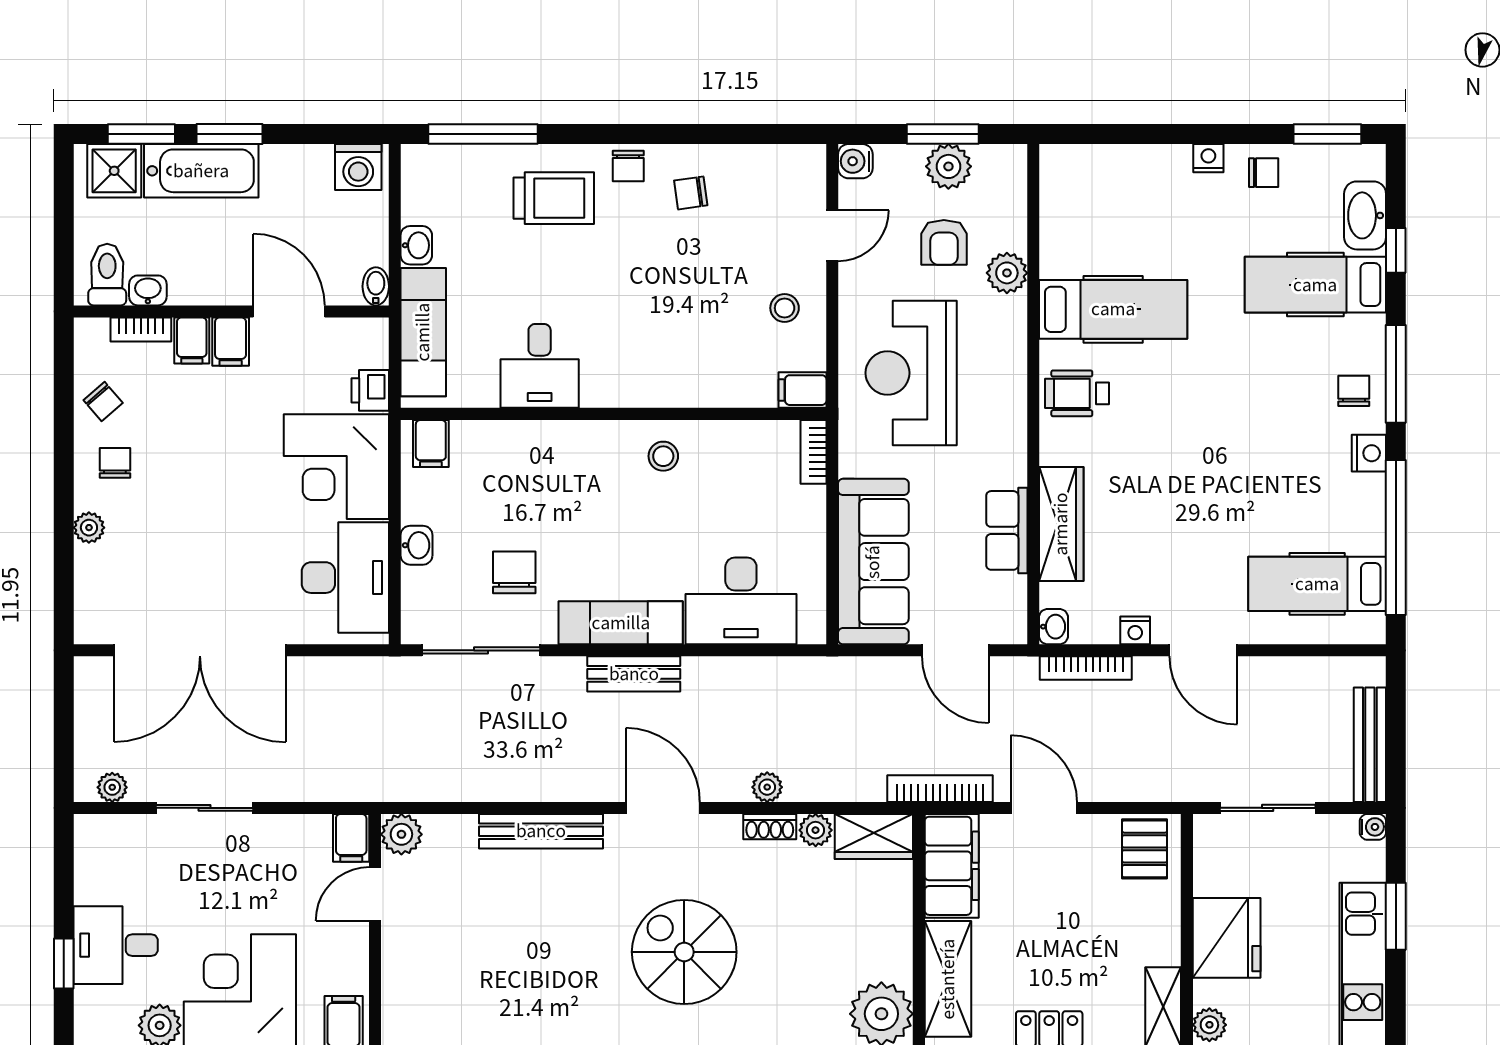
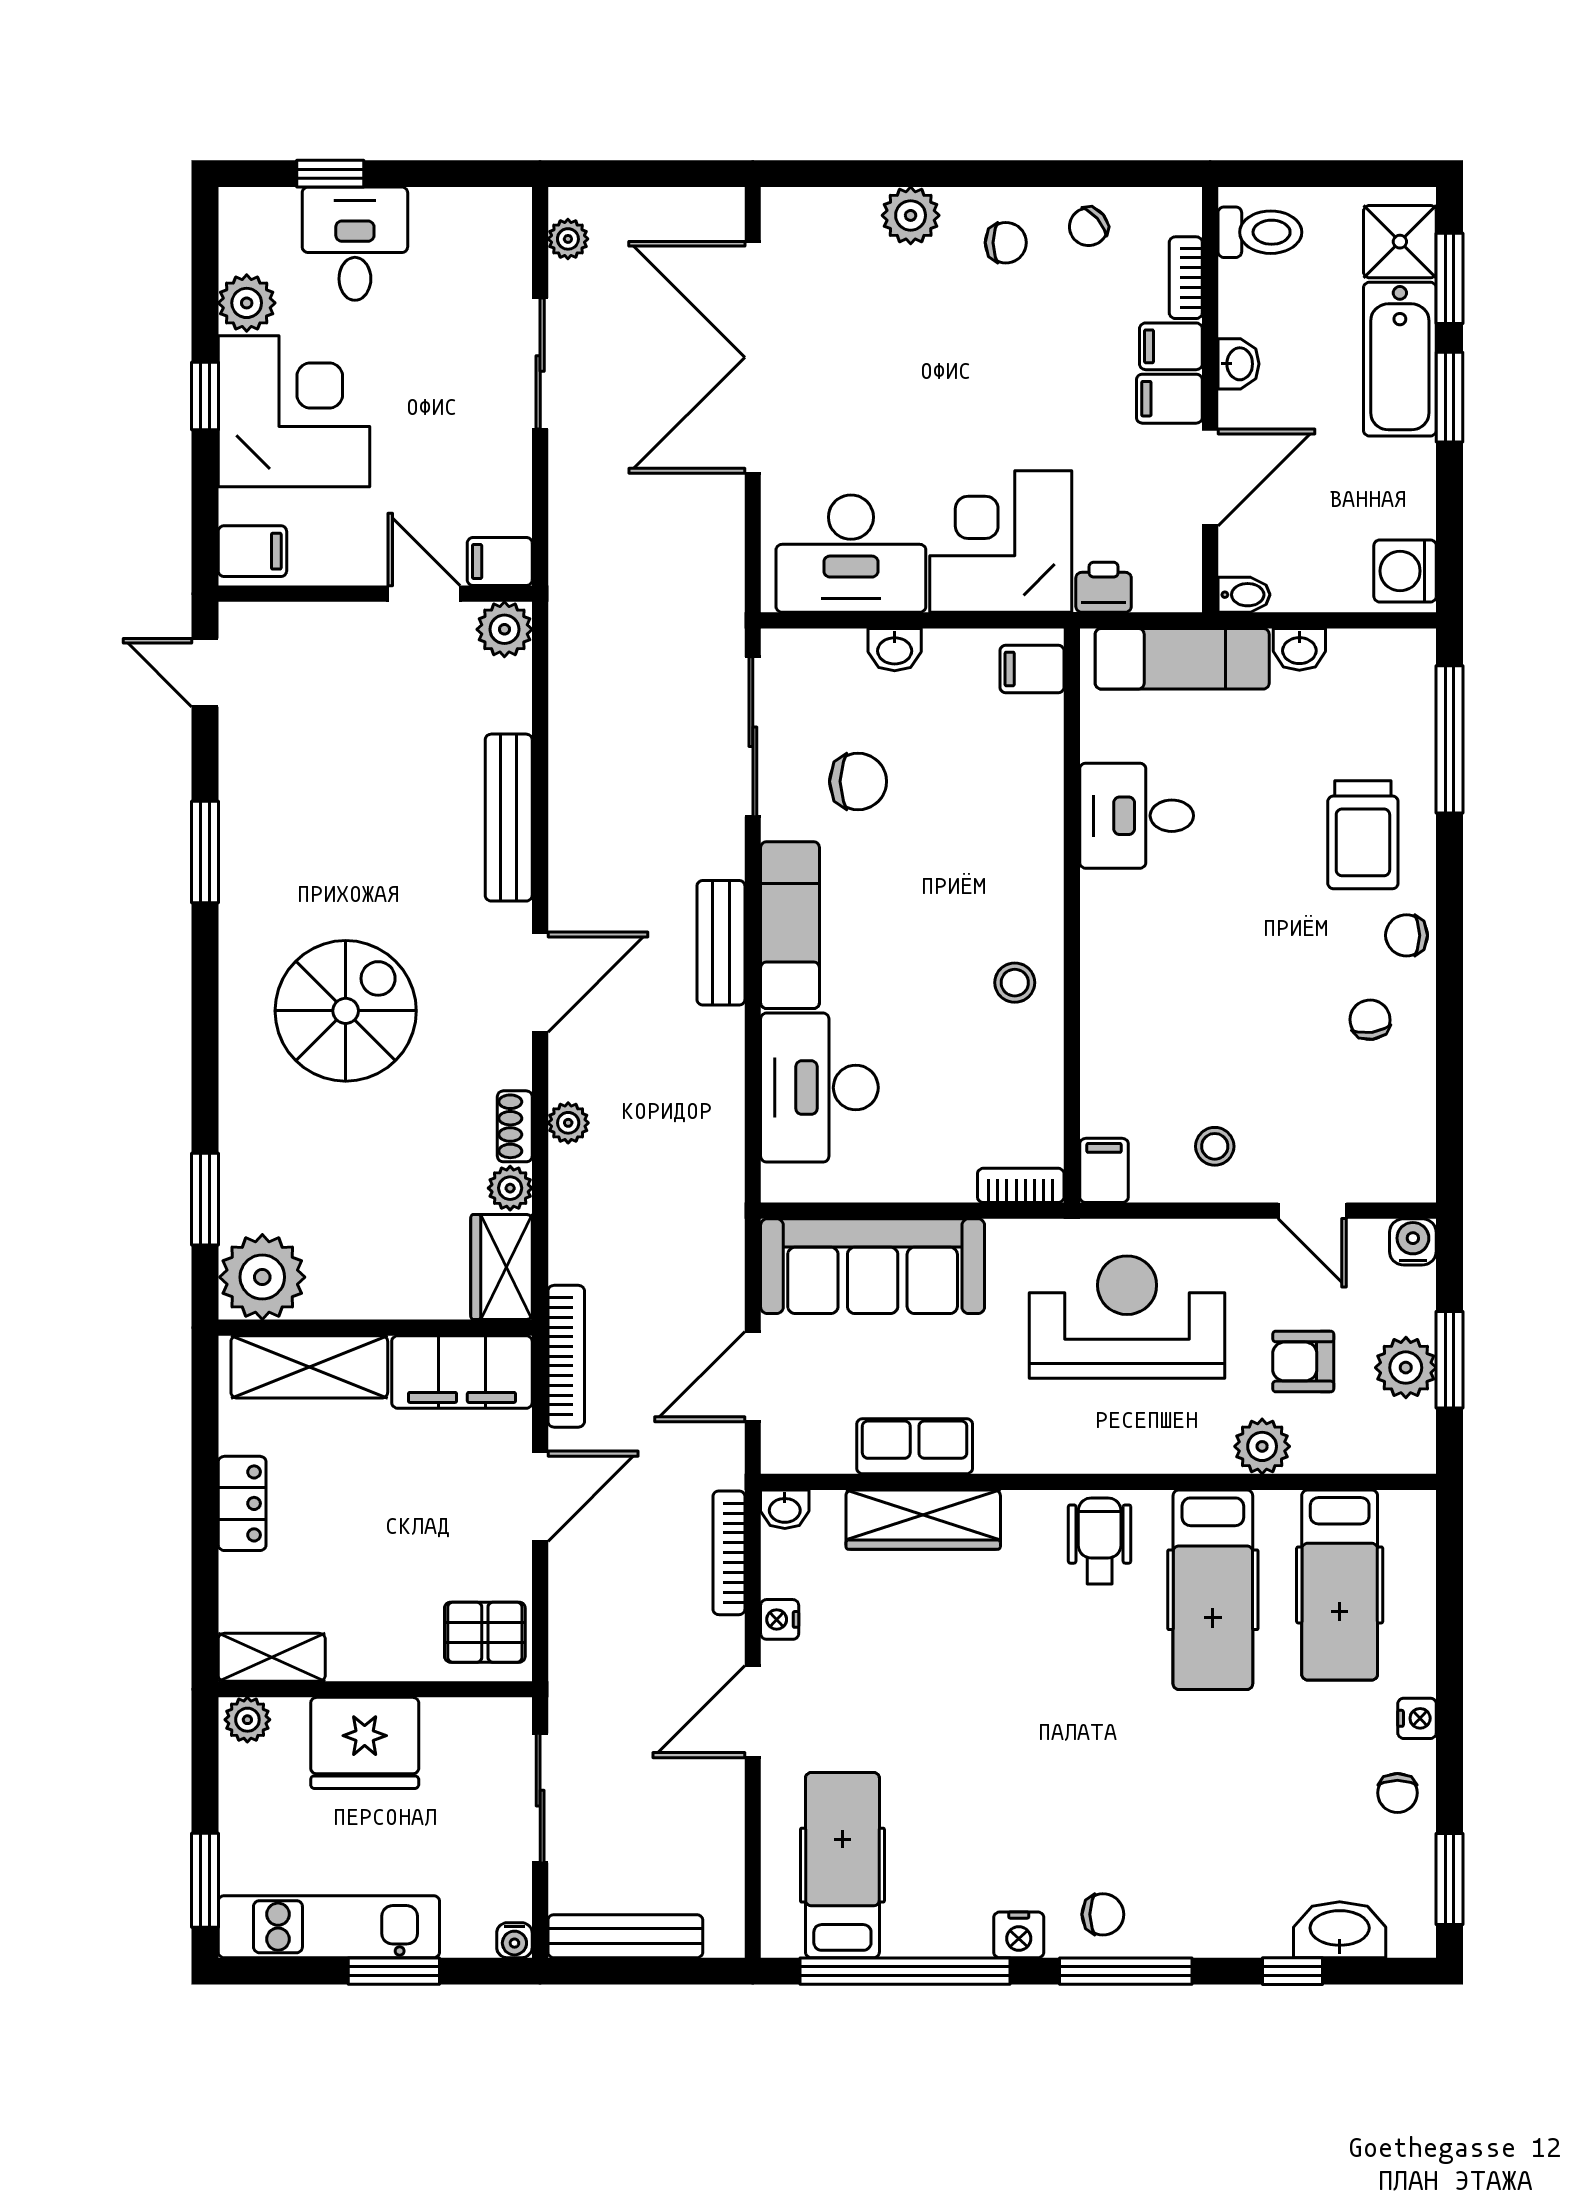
hospital bed: (1315, 285) -> (1340, 1585), moved, turned 180
washbasin: (148, 290) -> (1239, 364), moved
plant: (89, 528) -> (911, 215), width x1.38, depth x1.38

